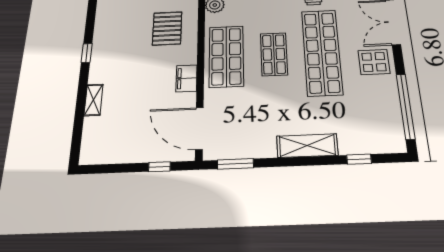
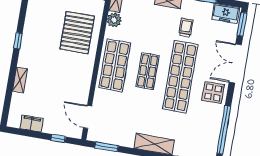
pallet: (167, 28) -> (77, 33), width x1.37, depth x1.41
filing cabinet: (186, 78) -> (32, 124), moved, turned 90
door: (199, 128) -> (88, 117), width x0.73

